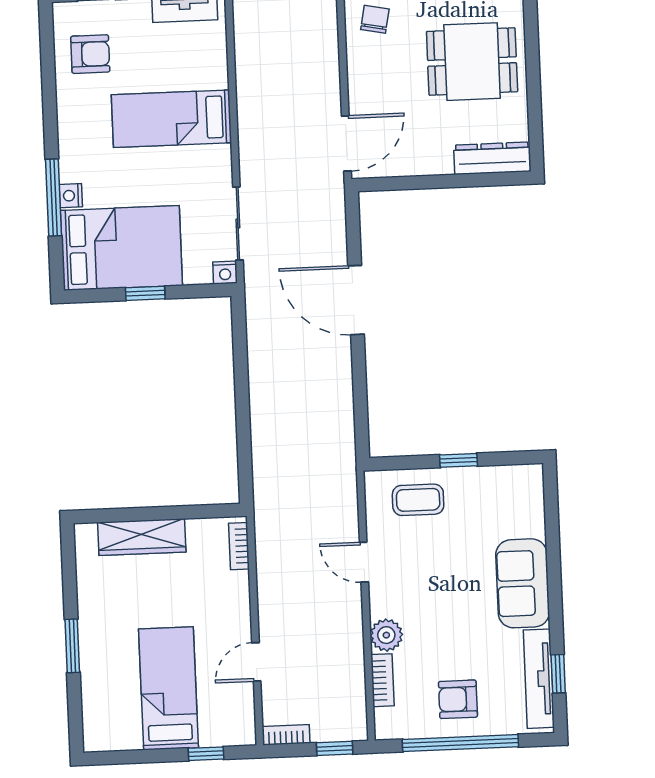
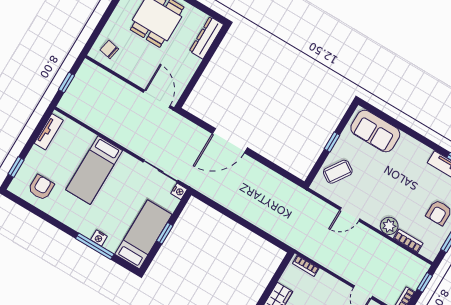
bed: (121, 248) -> (143, 234), width x0.67
coffee table: (418, 500) -> (338, 172), turned 34
sofa: (523, 583) -> (375, 131), moved

